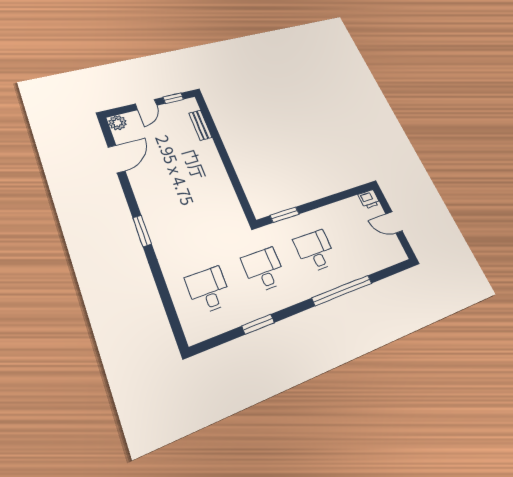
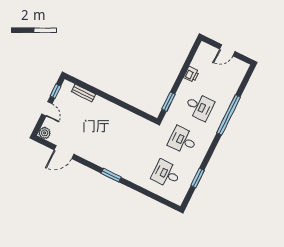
door: (117, 159) -> (64, 152), swing flipped
printer: (369, 199) -> (192, 74), moved
desk: (315, 251) -> (199, 107), turned 180
window: (258, 324) -> (197, 178), moved

